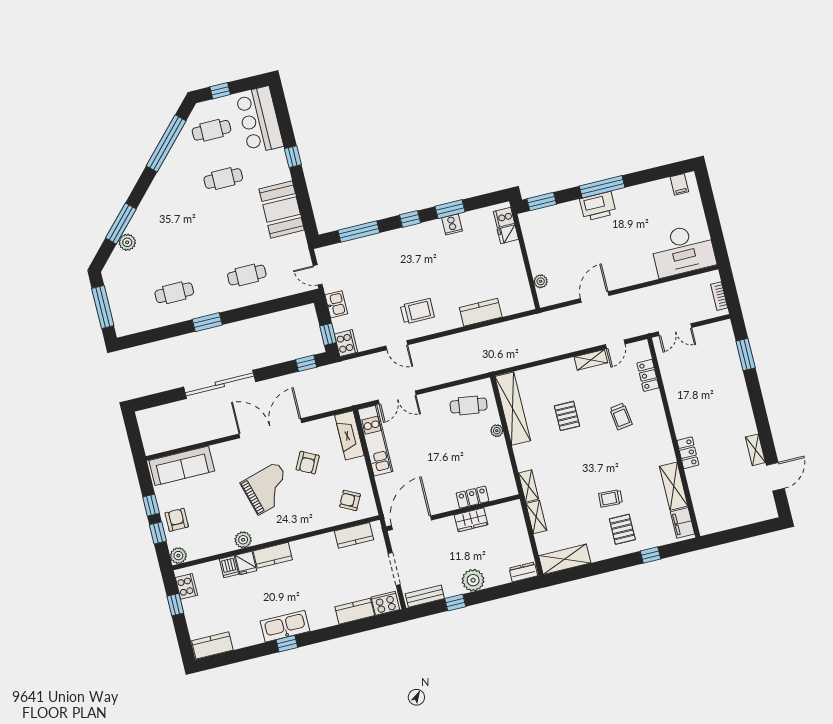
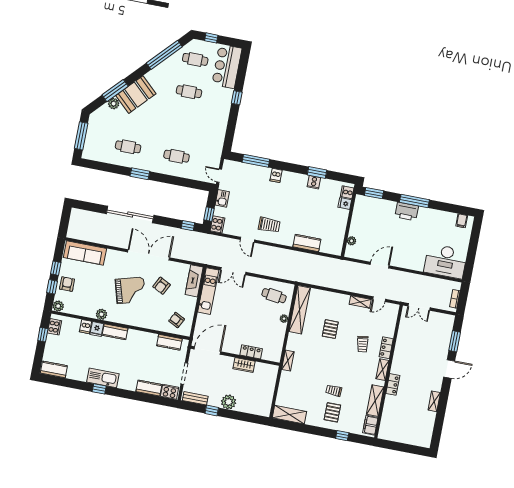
booth: (282, 209) -> (136, 95), moved, turned 43
window: (410, 219) -> (290, 167), removed
dishwasher: (396, 239) -> (276, 175), added
locker: (648, 375) -> (386, 348), moved
door: (775, 477) -> (449, 369), moved
shelving: (536, 517) -> (382, 370), moved
dresser: (523, 572) -> (261, 411), removed

